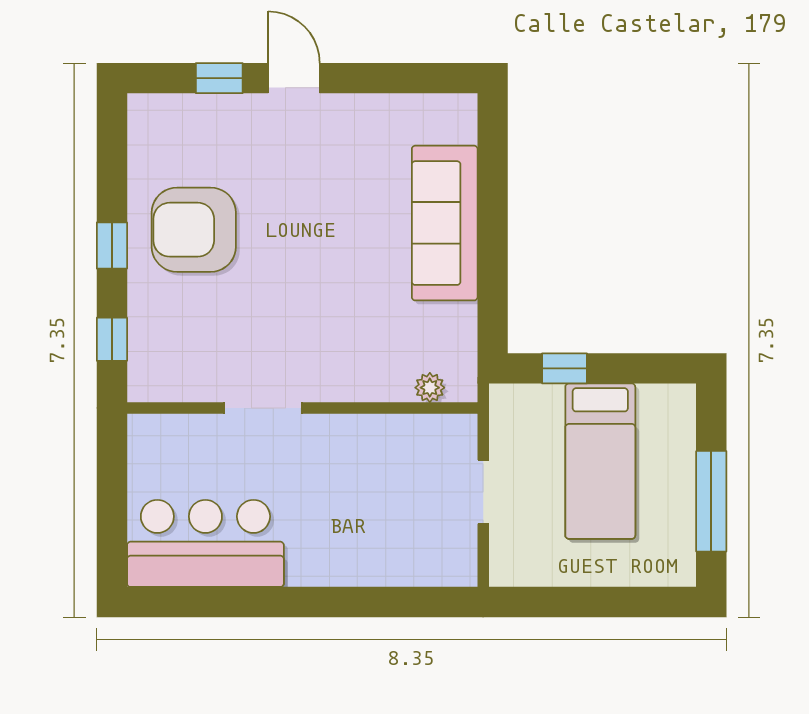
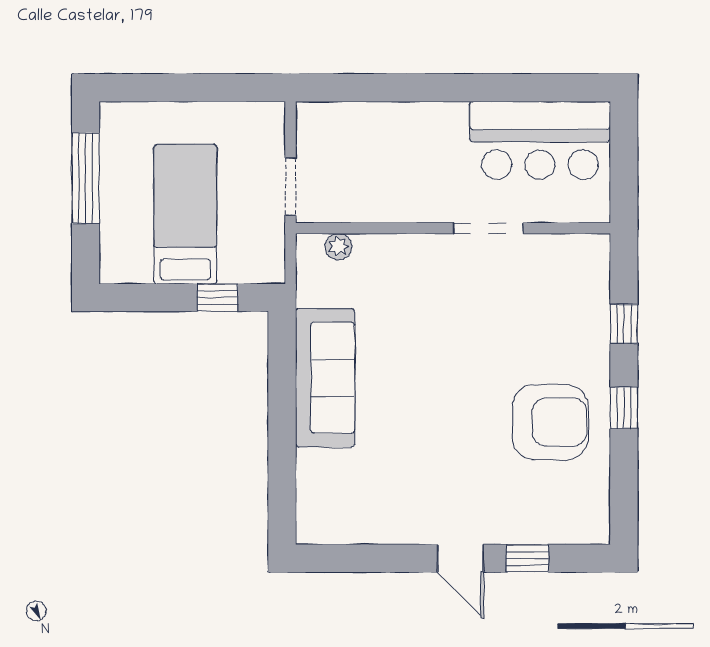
sofa: (445, 223) -> (325, 378), moved
plant: (430, 388) -> (338, 247), moved
doorway: (263, 408) -> (488, 228), moved
wall: (302, 408) -> (453, 228), moved

